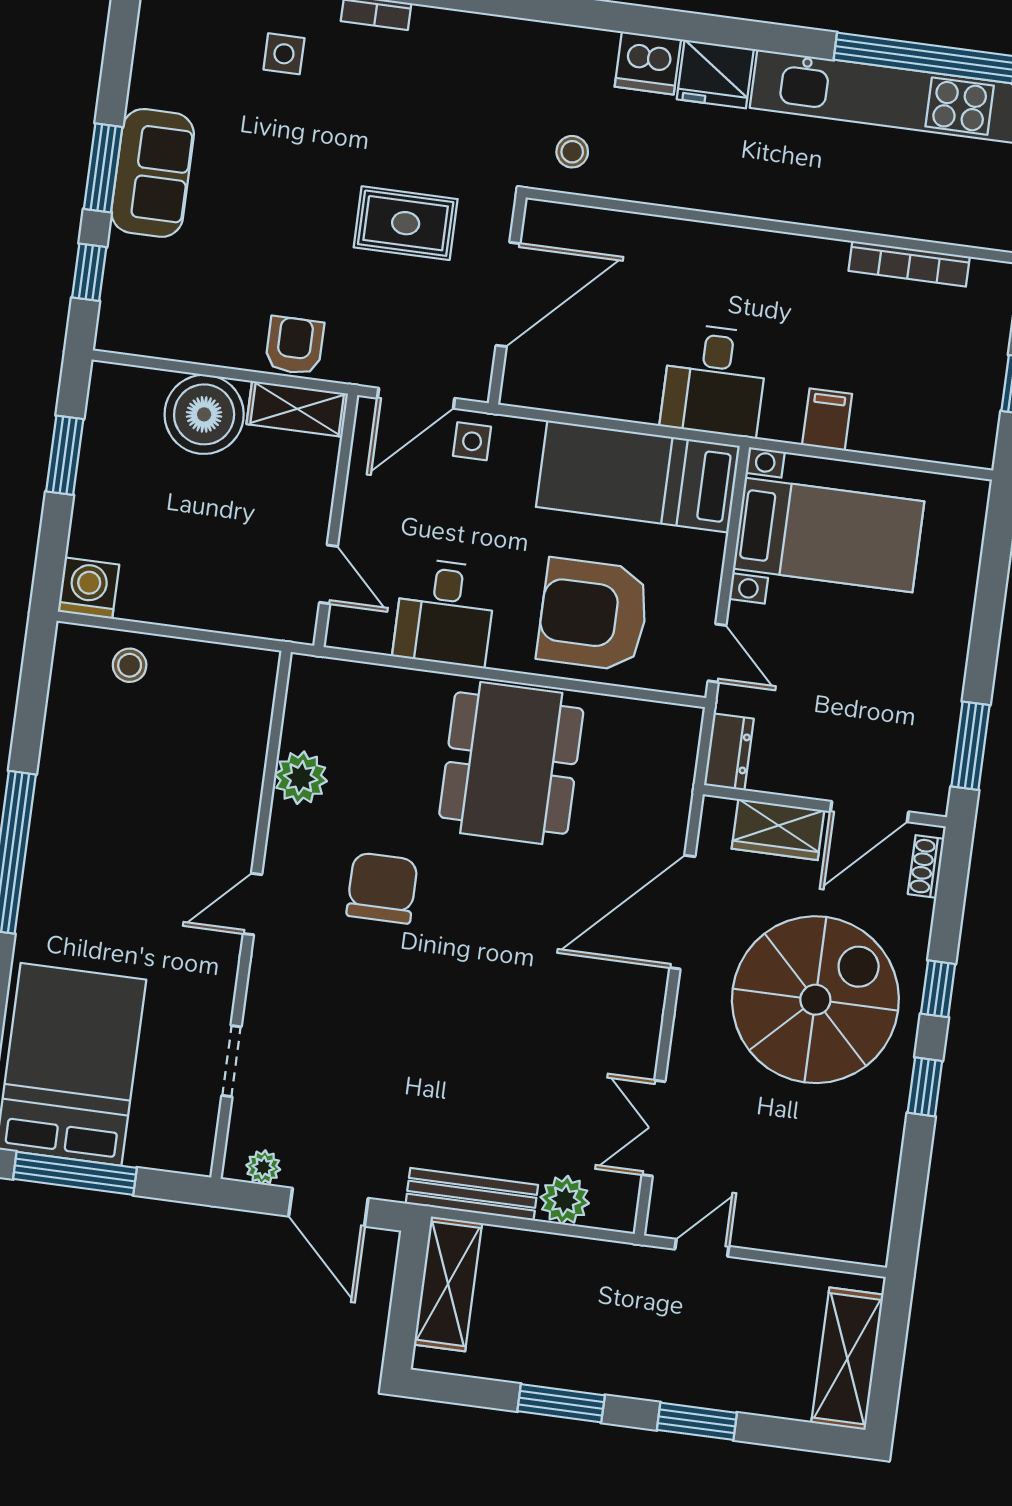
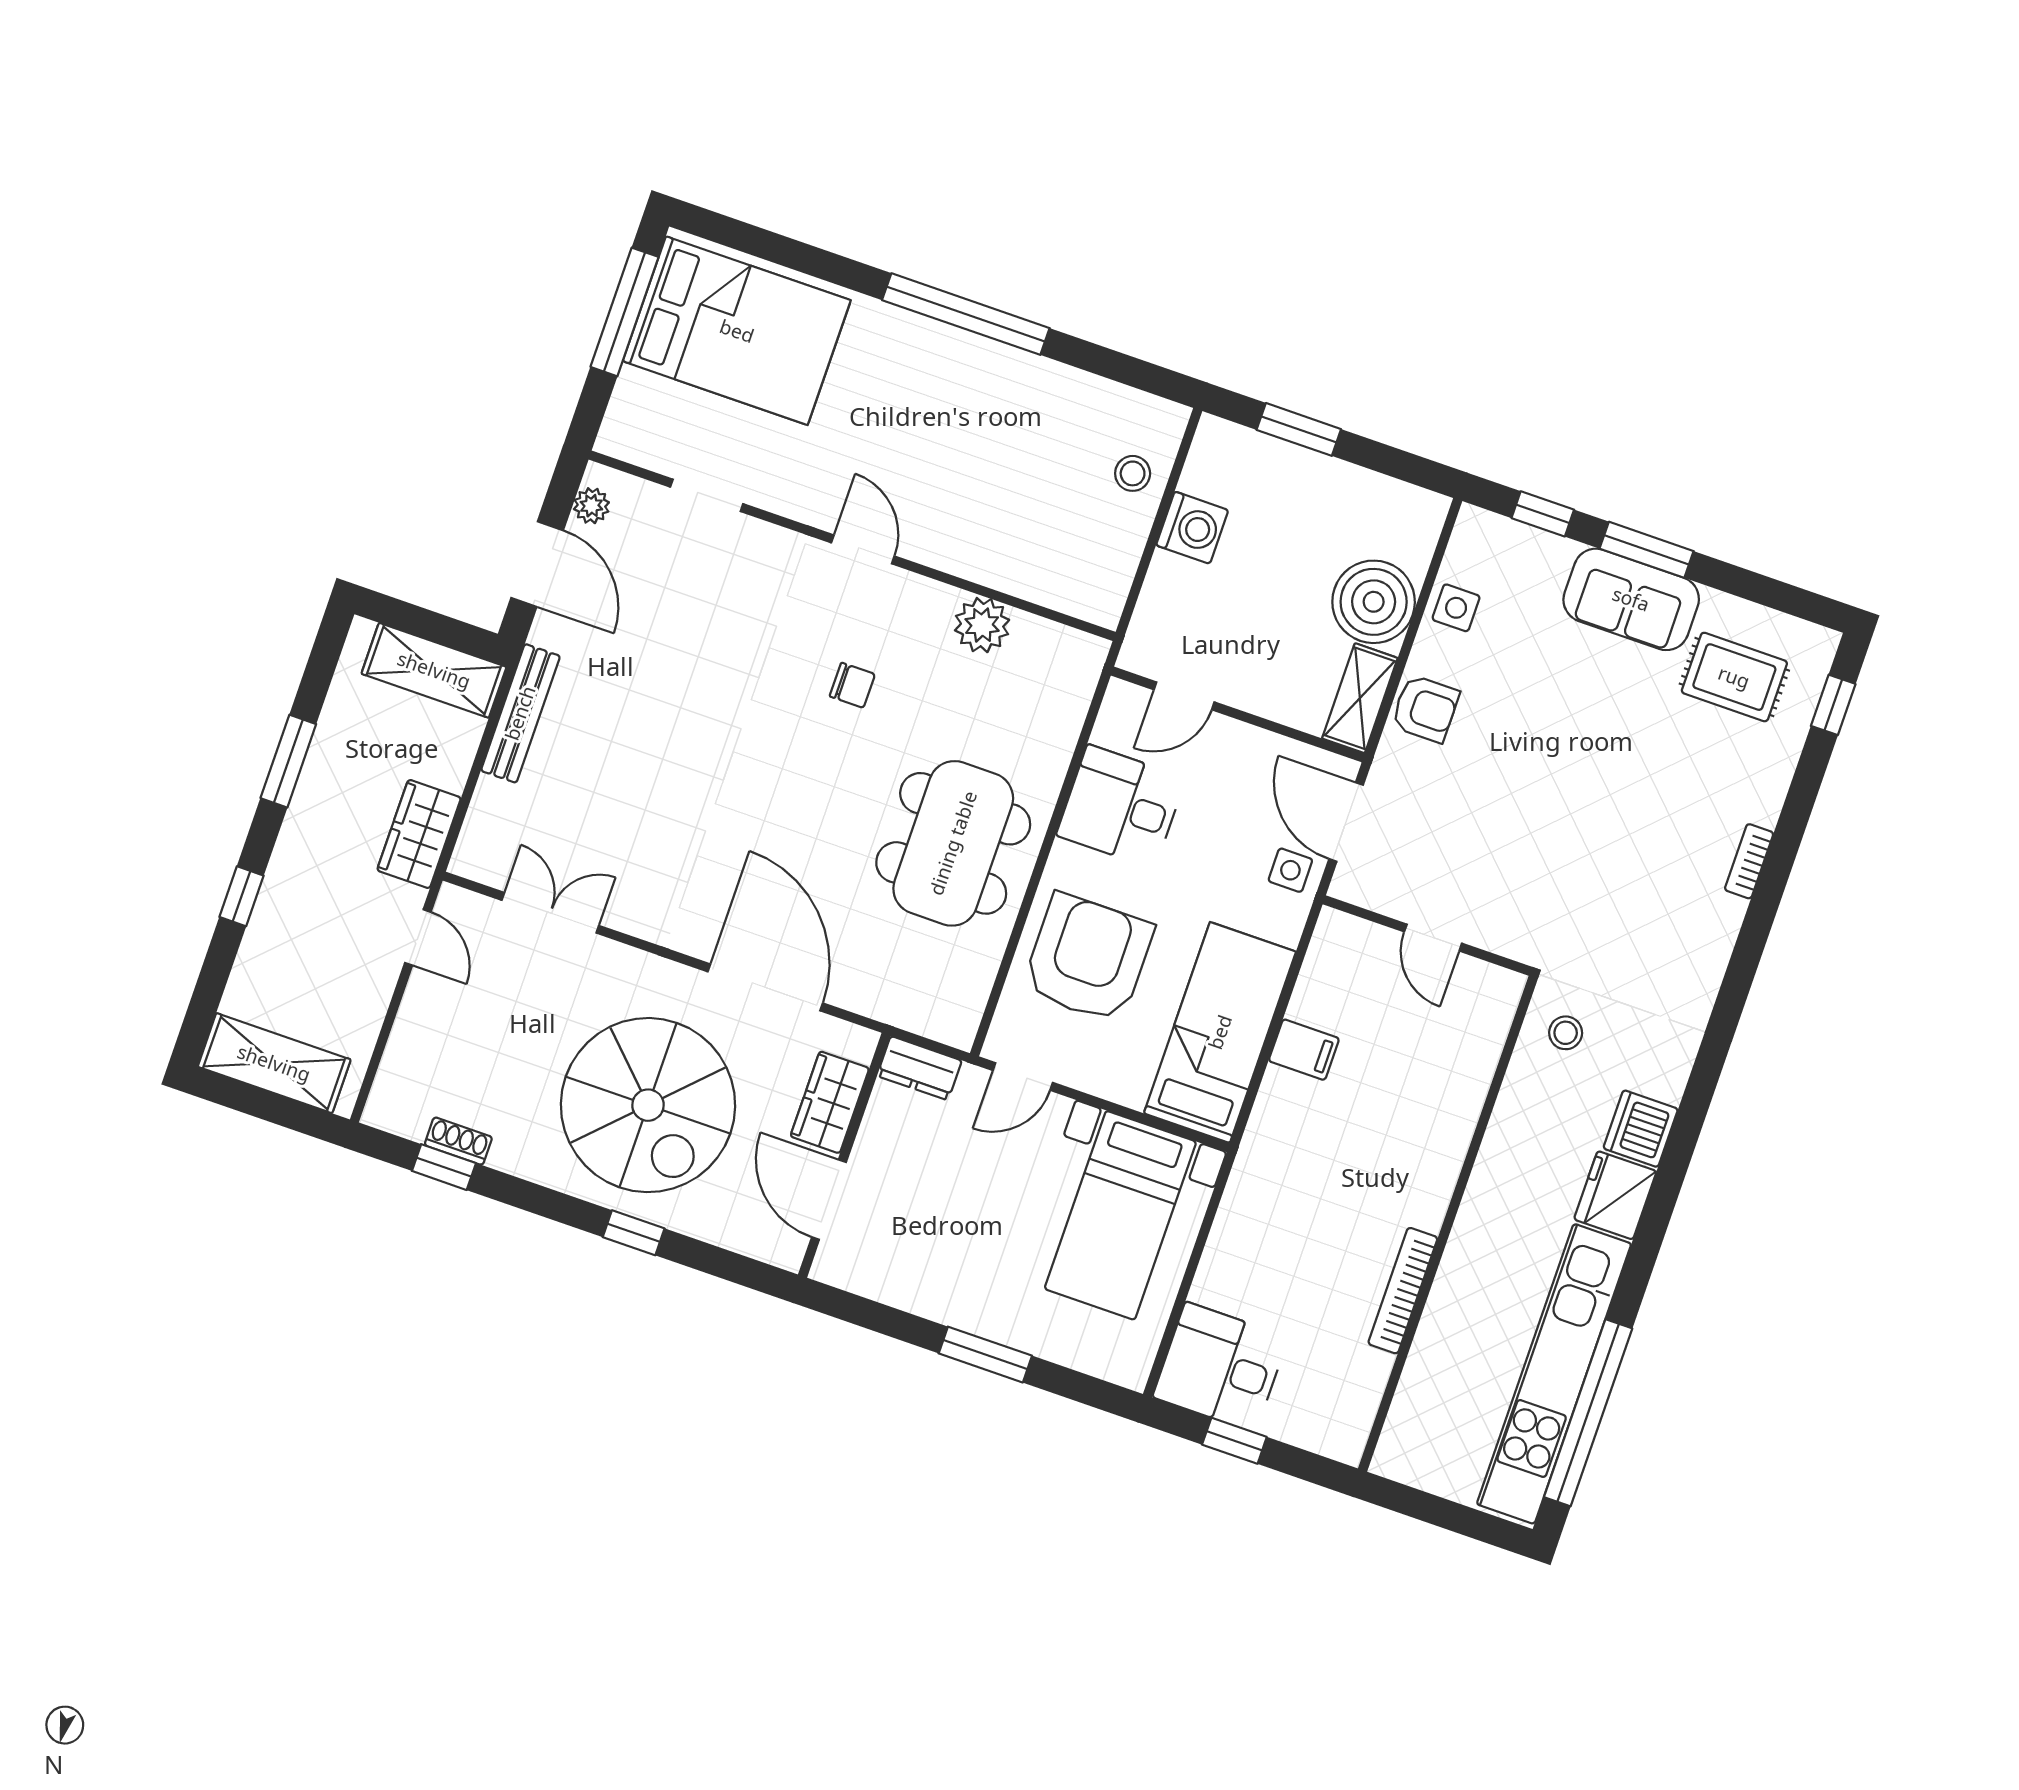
side table: (284, 54) -> (1456, 608), moved
rug: (406, 223) -> (1734, 677), moved, turned 90
bookcase: (909, 264) -> (1403, 1291), moved
door: (508, 294) -> (1433, 938), width x0.53
desk: (714, 380) -> (1220, 1367), moved
filing cabinet: (827, 420) -> (1304, 1050), moved
window: (65, 455) -> (1299, 429), moved
washing machine: (88, 588) -> (1192, 528), moved
window: (970, 746) -> (985, 1355), moved
dining table: (511, 763) -> (953, 843), turned 90
shoe rack: (926, 867) -> (458, 1141), moved
chair: (382, 888) -> (852, 685), width x0.54, depth x0.54
window: (925, 1087) -> (444, 1167), moved
plant: (565, 1200) -> (495, 807), removed
door: (328, 1207) -> (537, 564), swing flipped
wardrobe: (605, 1267) -> (419, 834), added
window: (697, 1421) -> (242, 896), width x0.67

